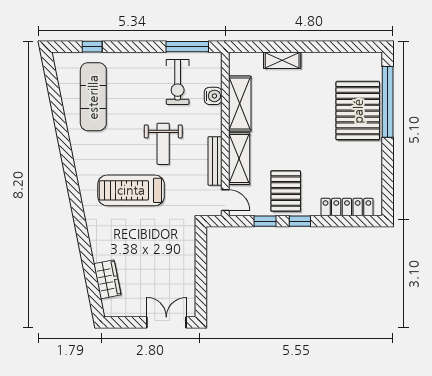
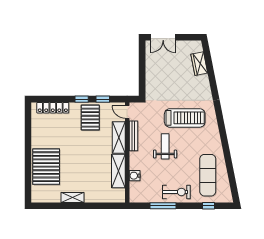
window: (187, 47) -> (163, 206), moved
shelving: (282, 60) -> (73, 197), moved
exercise bike: (178, 82) -> (176, 192), moved, turned 90
window: (388, 102) -> (28, 172), removed

